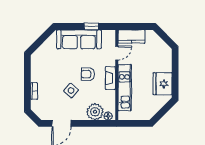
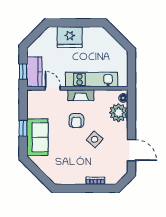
window: (91, 26) -> (23, 128), moved
window: (132, 26) -> (23, 71), added
sofa: (79, 39) -> (37, 137), width x0.73
fridge: (162, 84) -> (70, 37), moved

